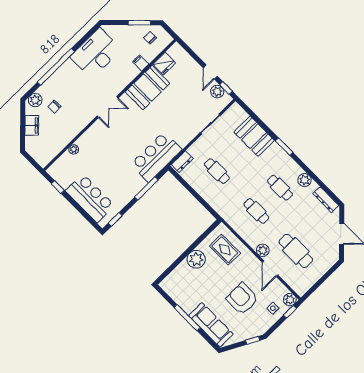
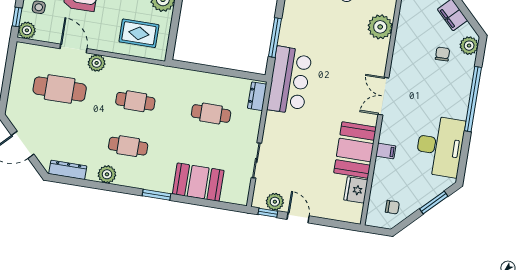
window: (139, 23) -> (434, 203), moved
filing cabinet: (141, 63) -> (386, 151), moved
plant: (74, 149) -> (380, 27), width x1.87, depth x1.87

